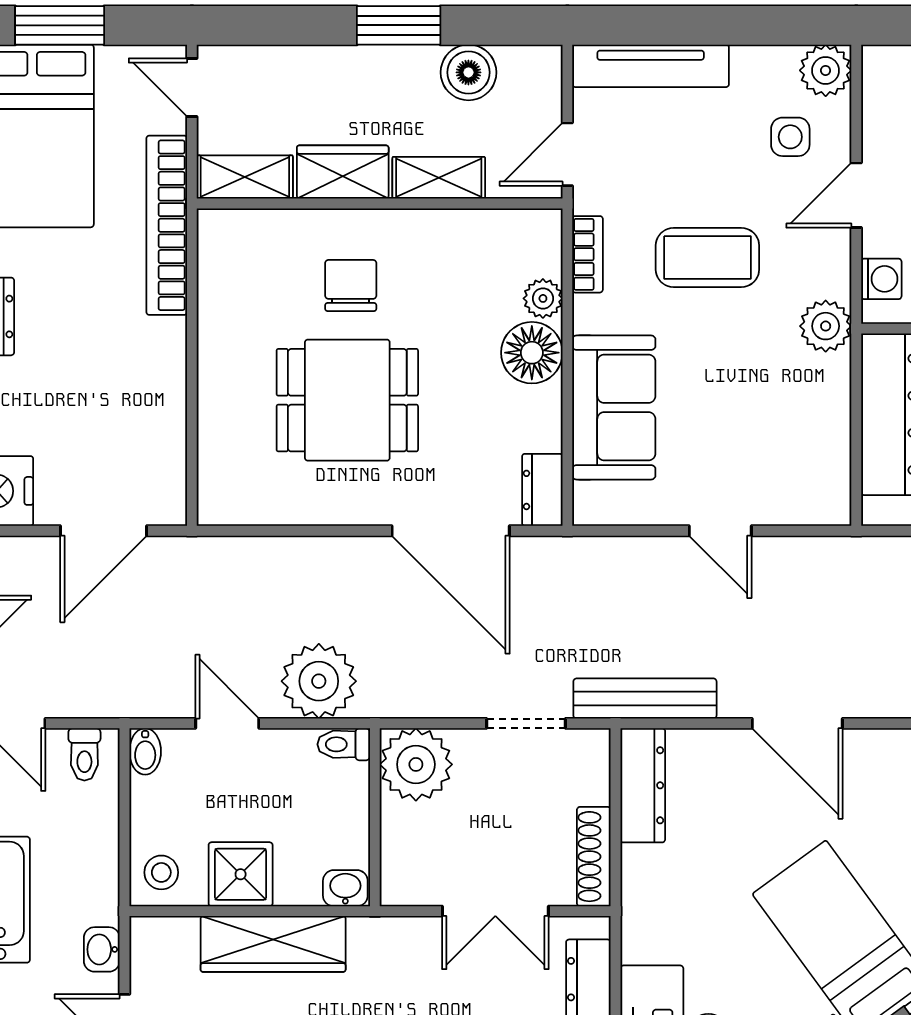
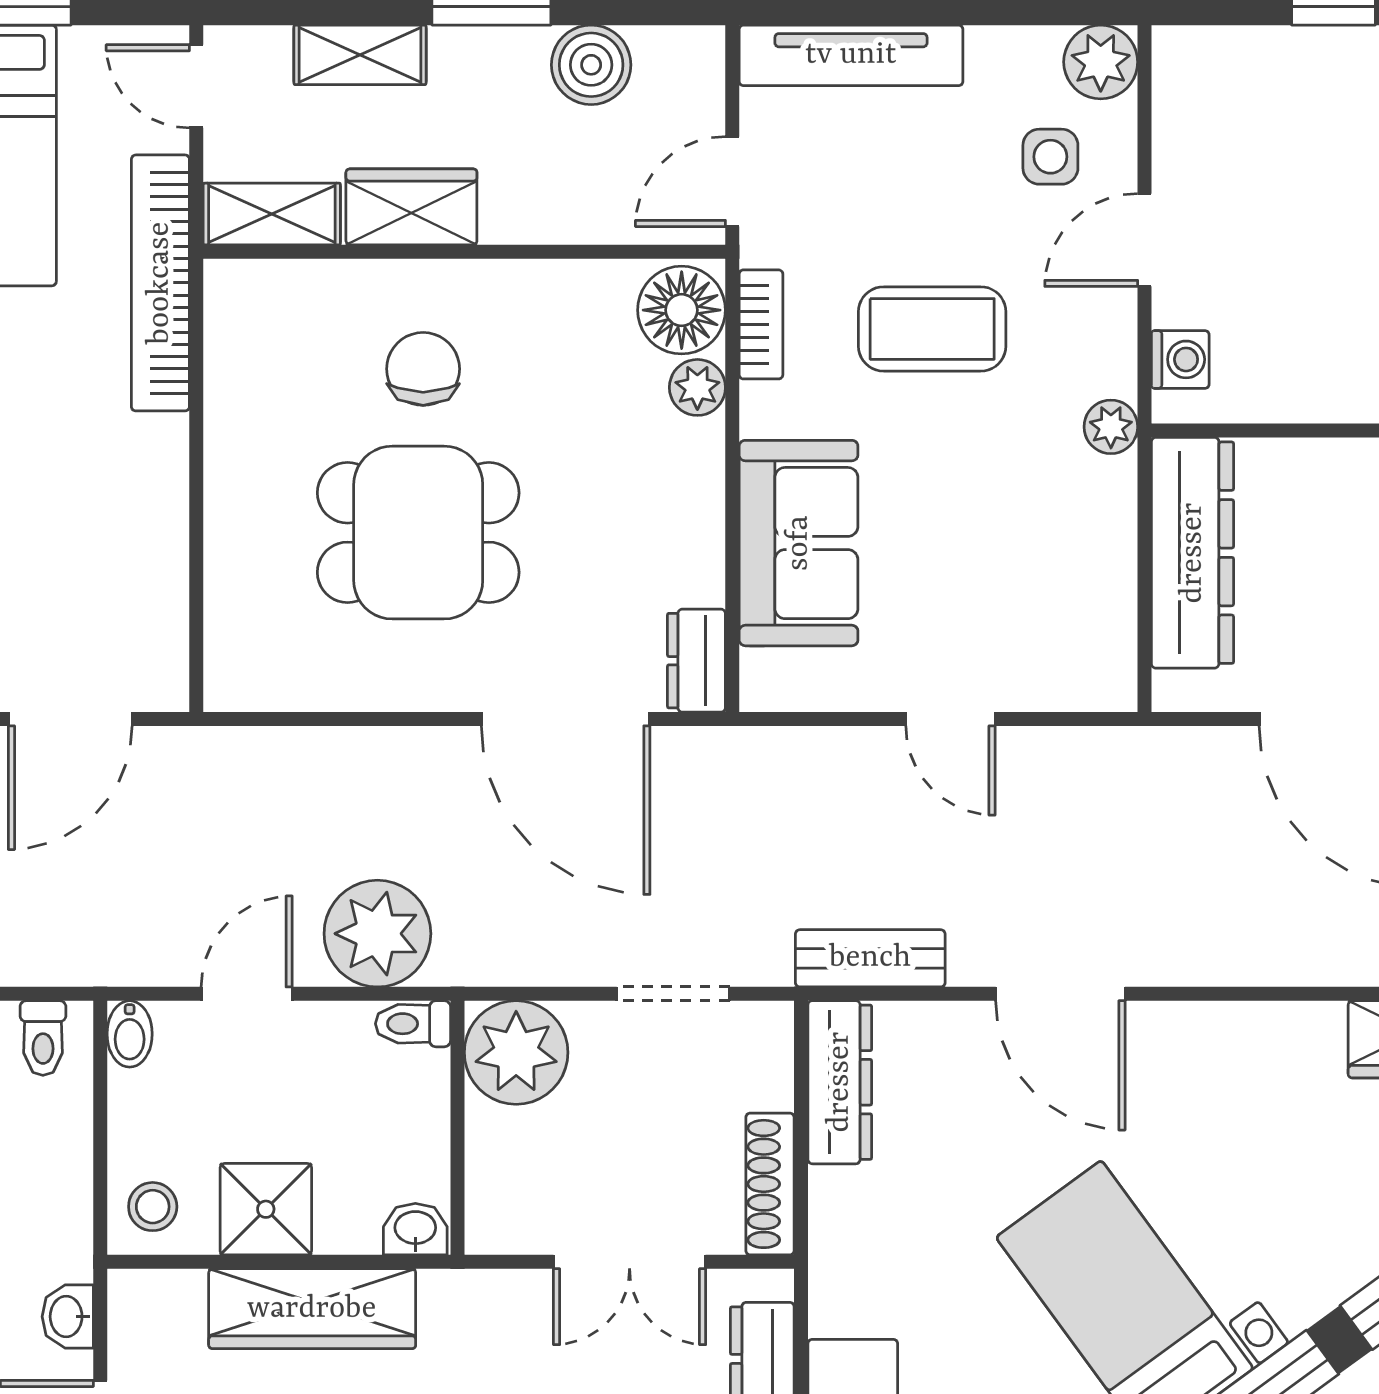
shelving: (439, 178) -> (360, 55), moved
plant: (826, 326) -> (1111, 427), width x0.73, depth x0.73
floor lamp: (532, 353) -> (682, 310), moved
bench: (645, 698) -> (870, 958), width x0.73
door: (227, 723) -> (247, 994), hinge flipped

